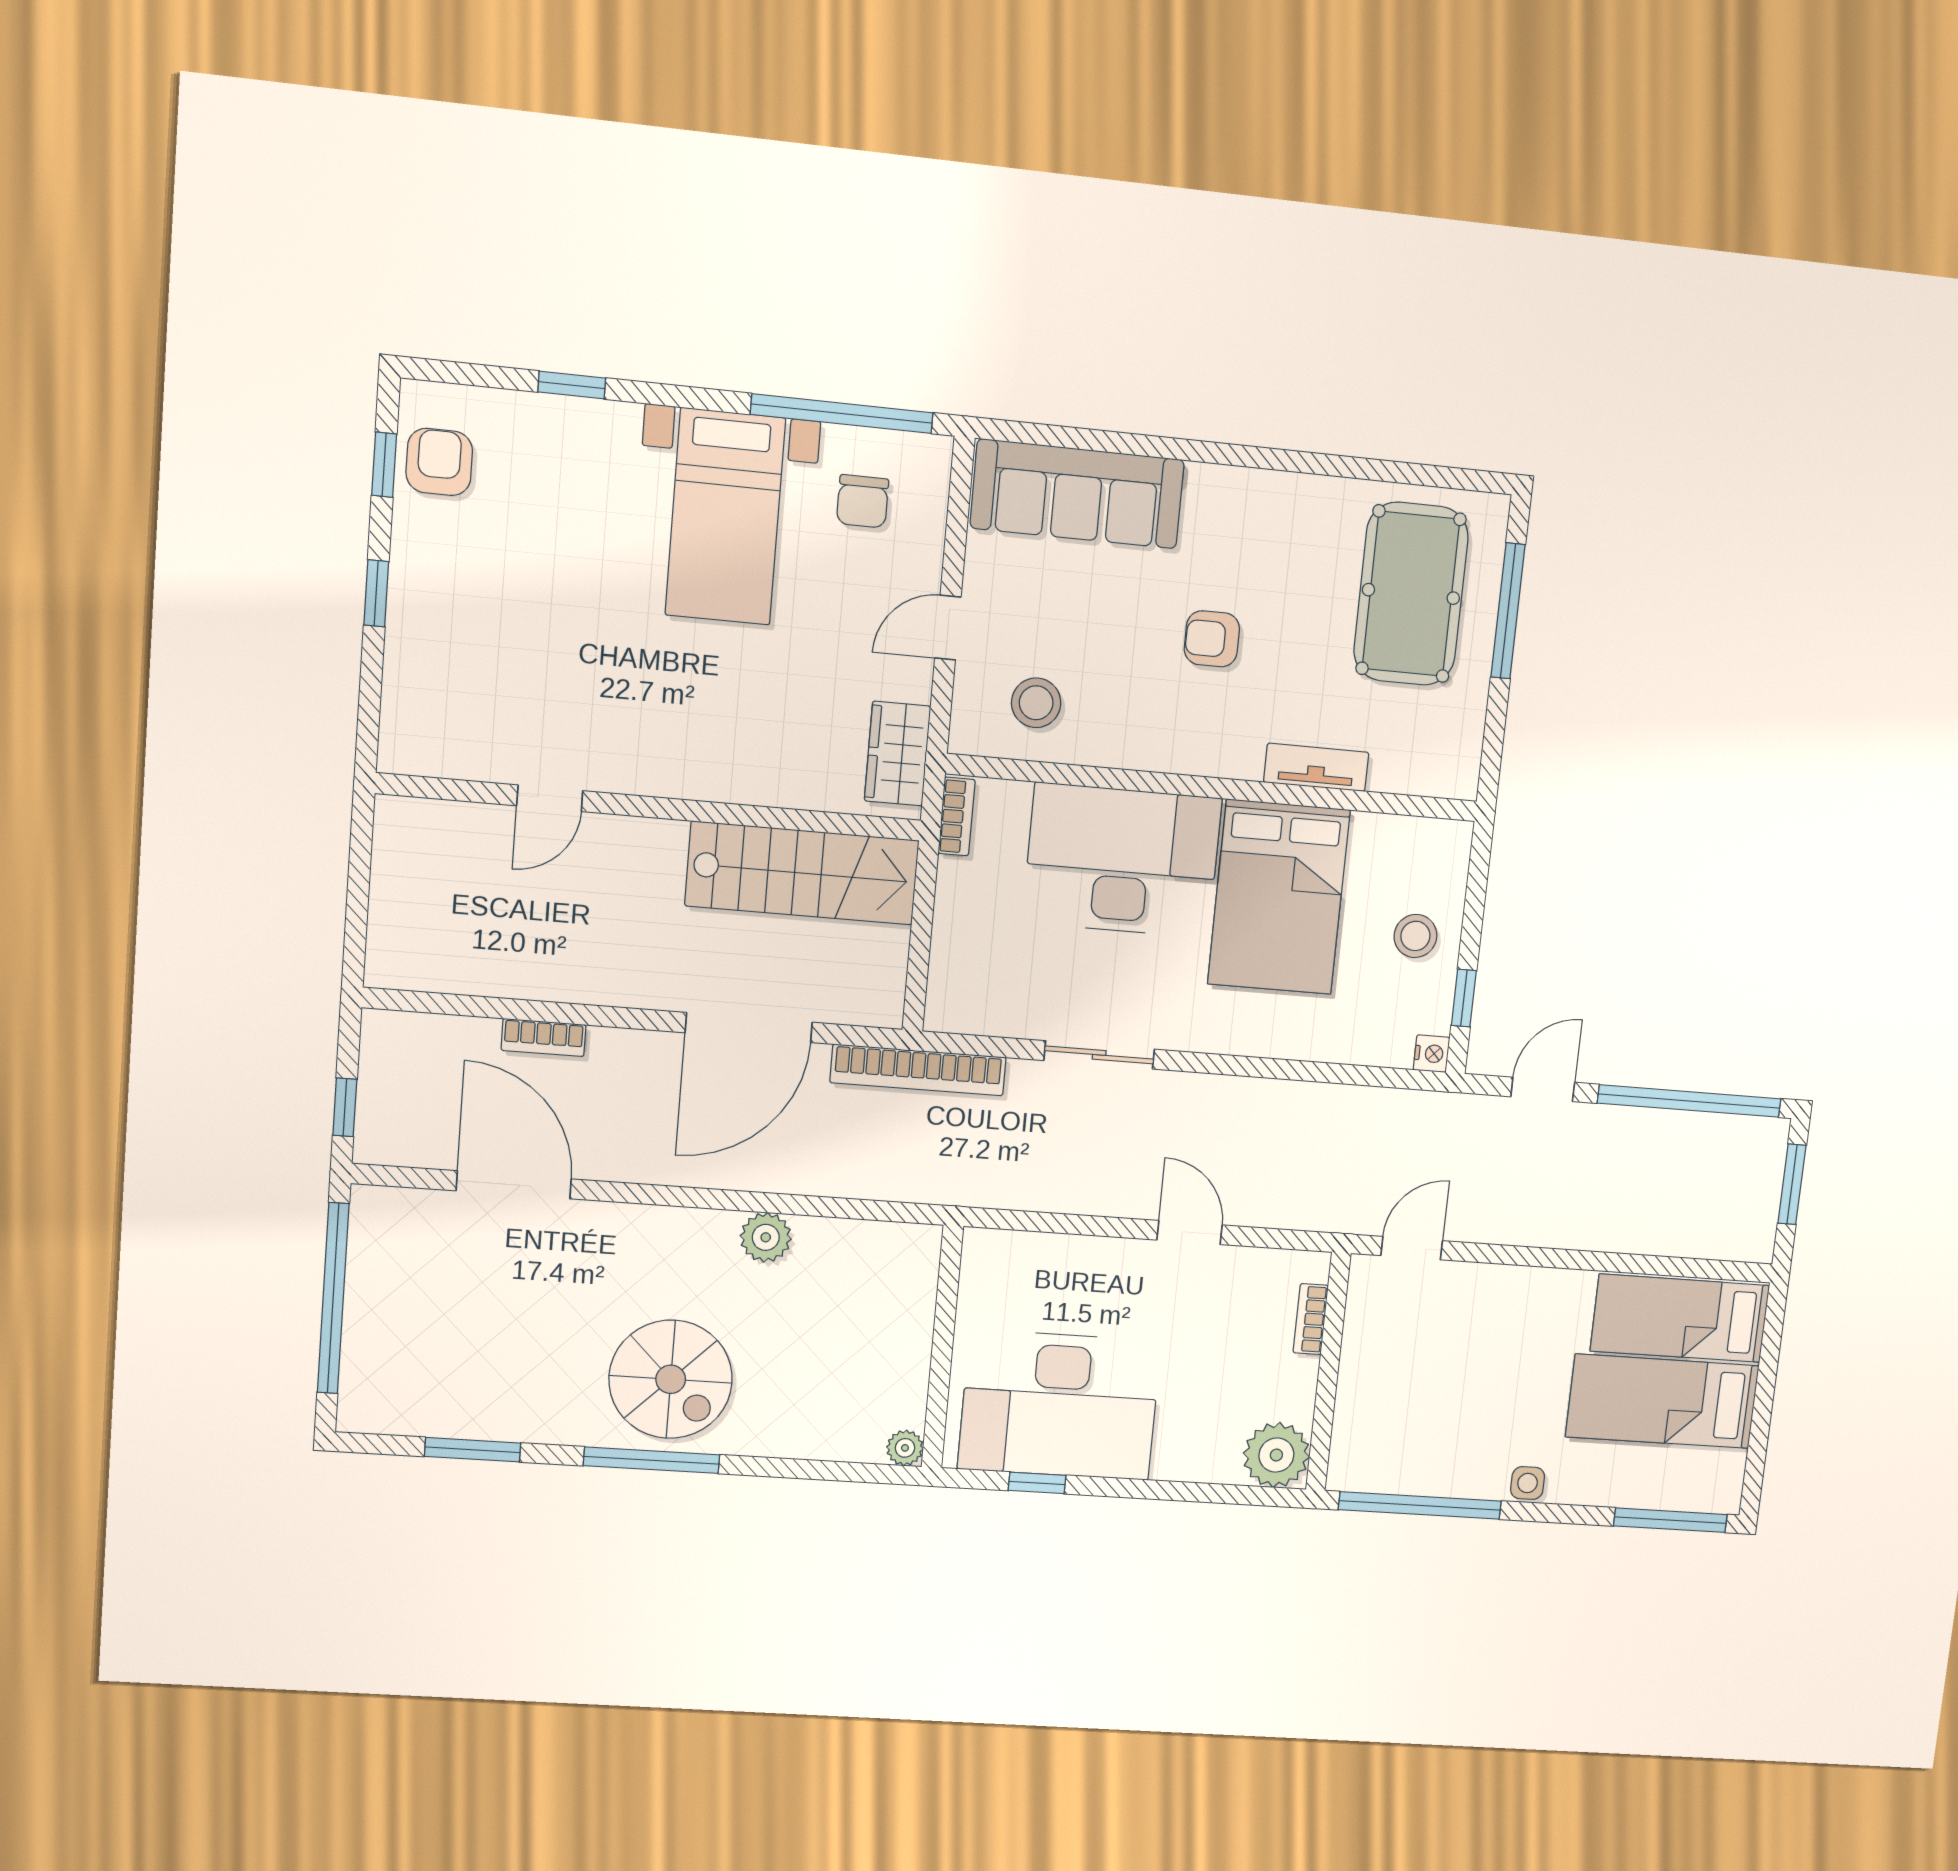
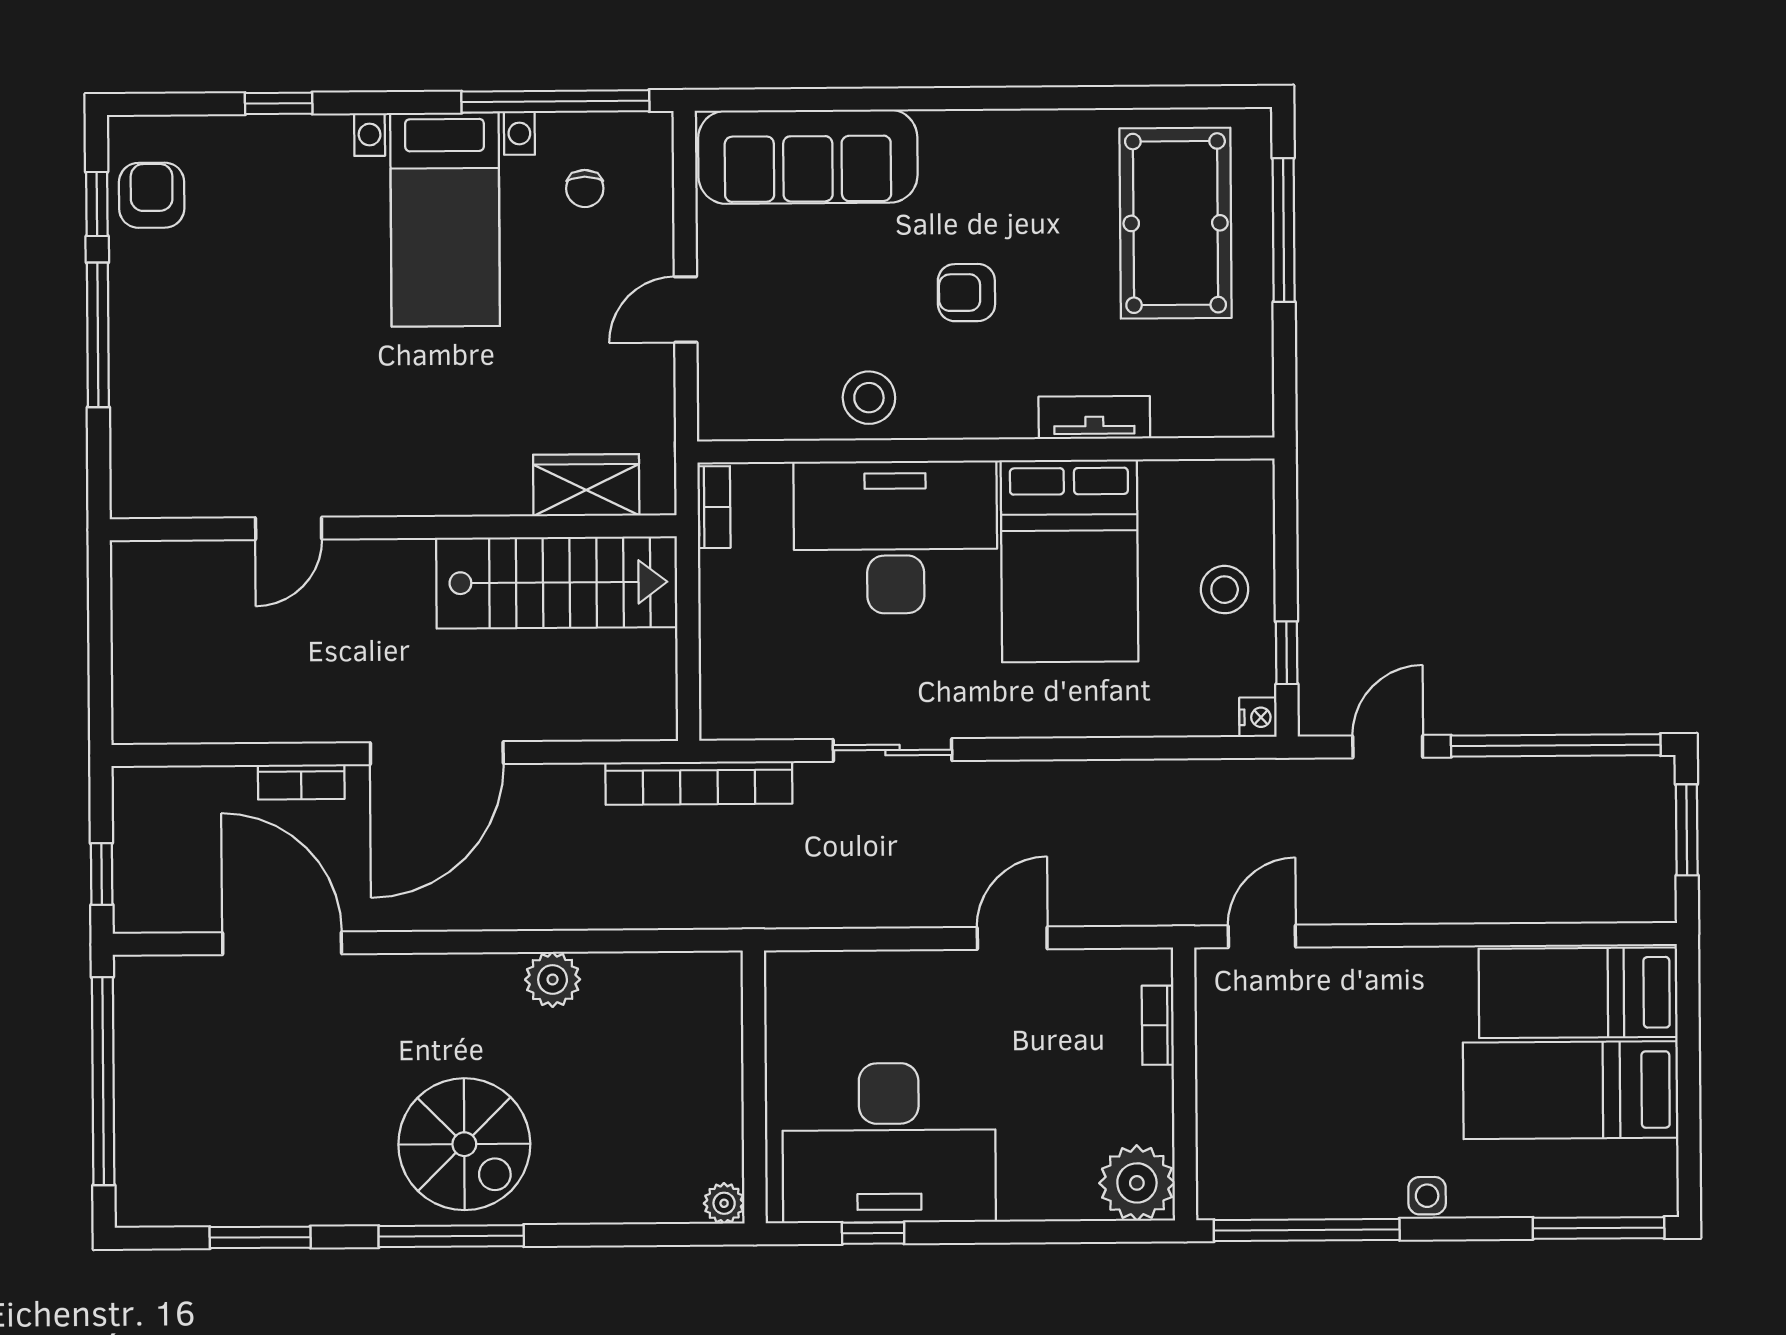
chair: (863, 501) -> (585, 188), width x0.73, depth x0.73
window: (376, 593) -> (98, 335), width x2.17
stool: (1036, 703) -> (869, 398), moved
wardrobe: (898, 754) -> (586, 485), moved, turned 90
door: (749, 1027) -> (437, 753), moved
door: (1190, 1232) -> (1012, 938), hinge flipped

